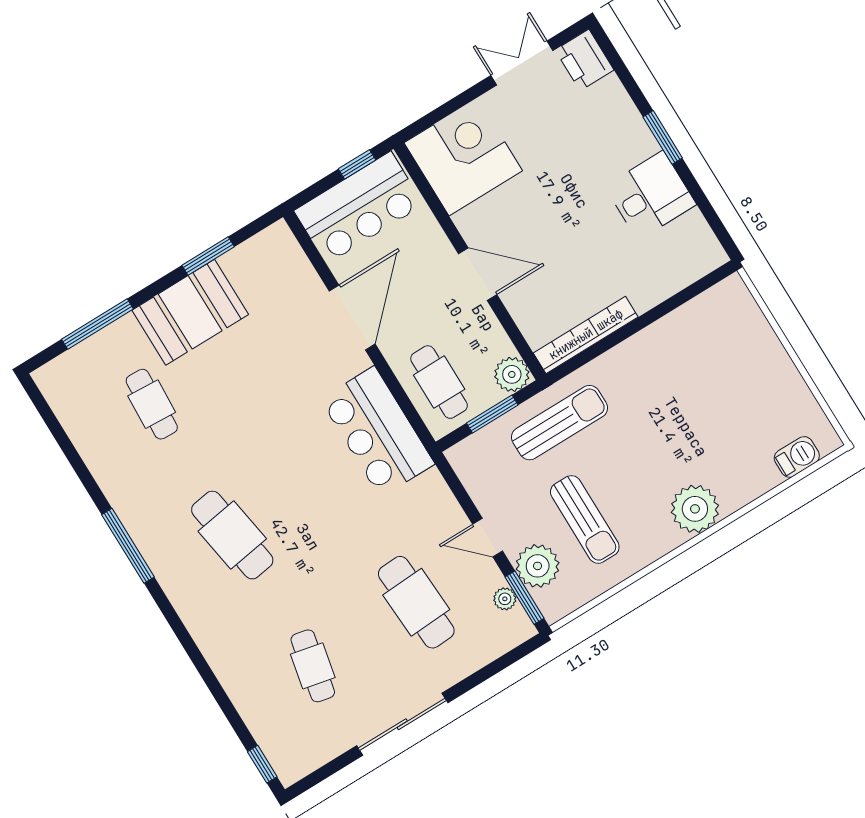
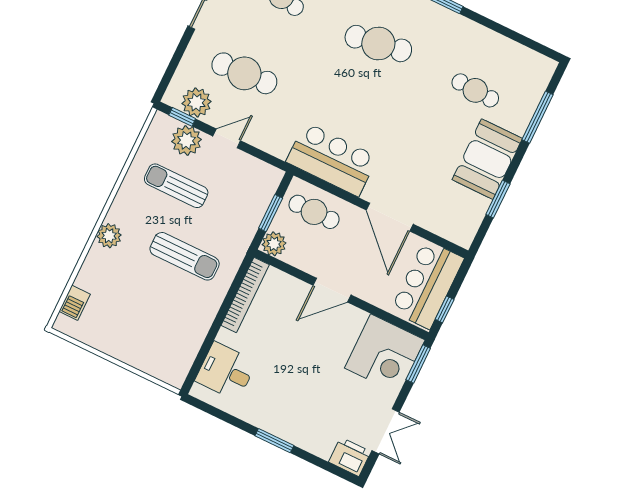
window: (431, 119) -> (418, 364), added
desk: (650, 195) -> (226, 371), moved, turned 90
sun lounger: (560, 423) -> (185, 256), moved, turned -90
plant: (695, 509) -> (109, 236), width x0.73, depth x0.73
window: (524, 598) -> (182, 117), width x0.67
plant: (505, 599) -> (196, 102), width x1.87, depth x1.87

